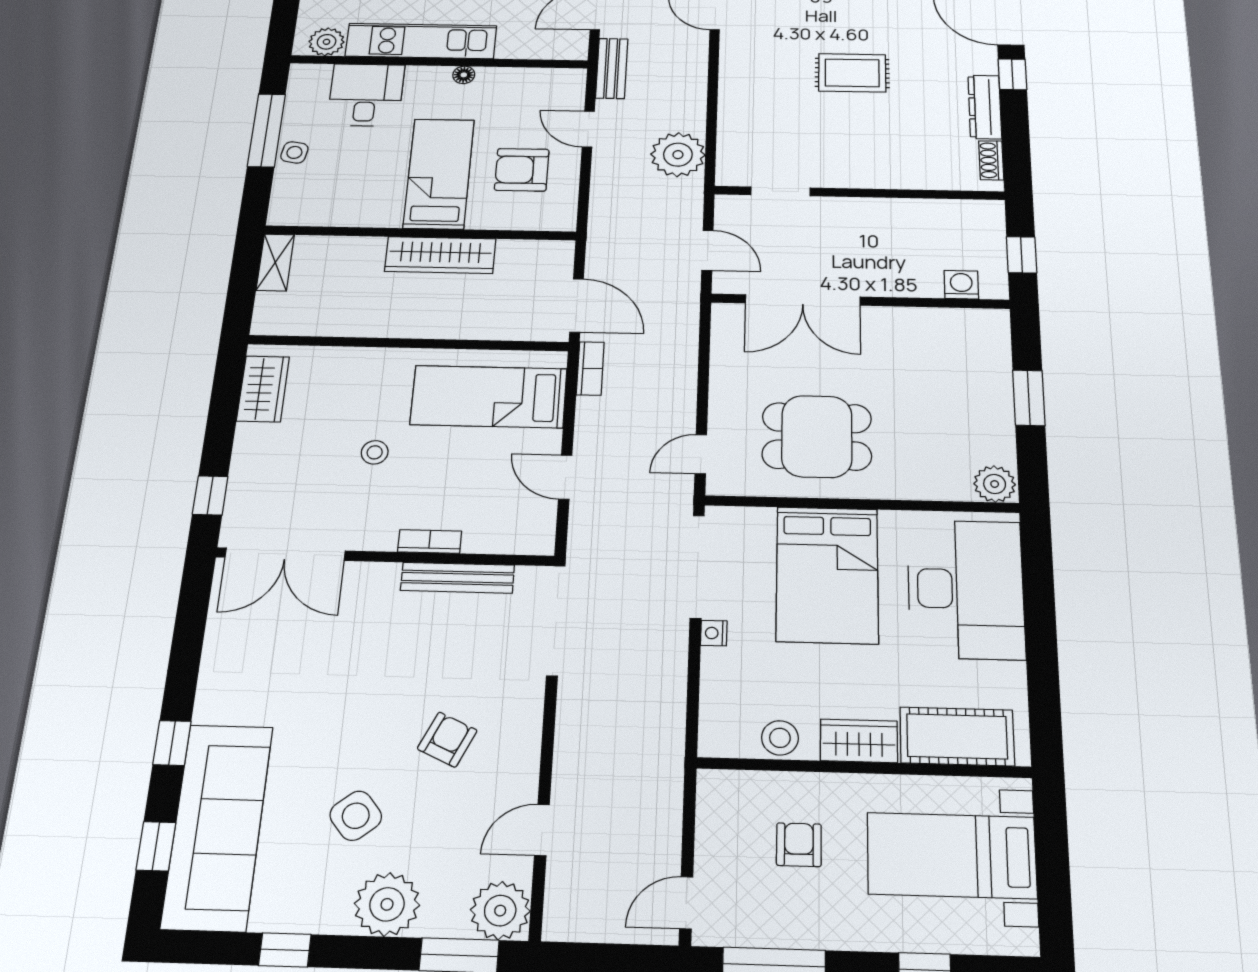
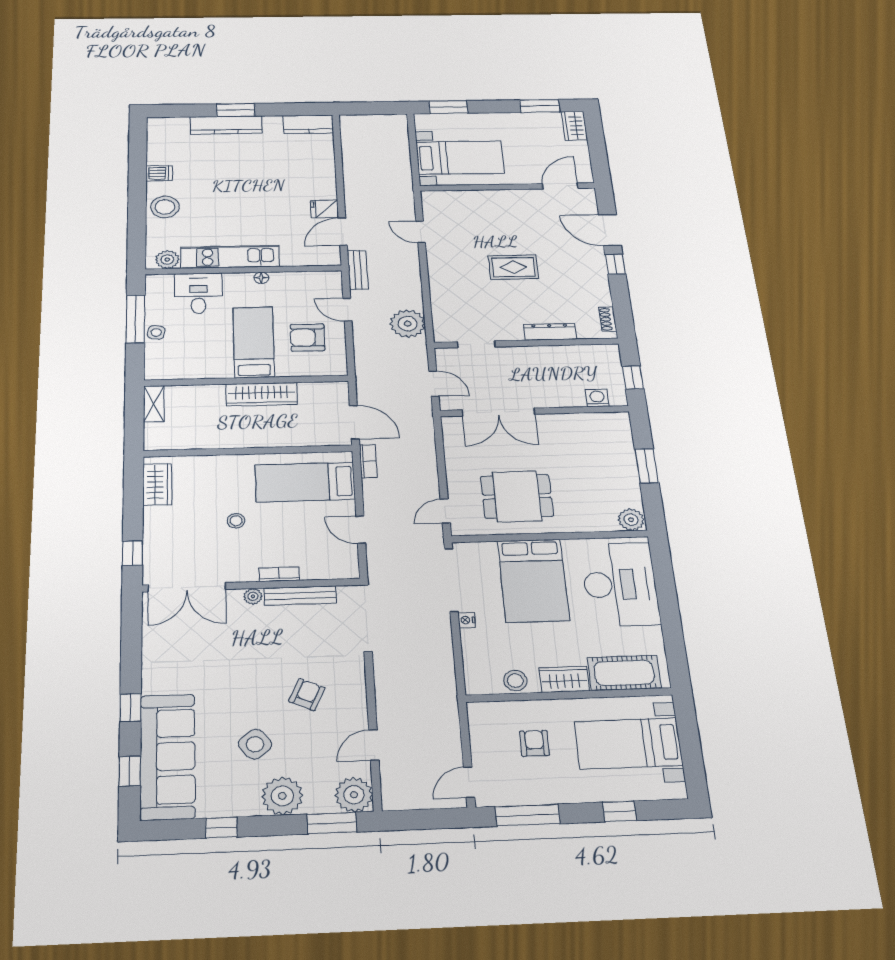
dresser: (985, 107) -> (550, 332), moved, turned 90
plant: (384, 575) -> (253, 596), added

